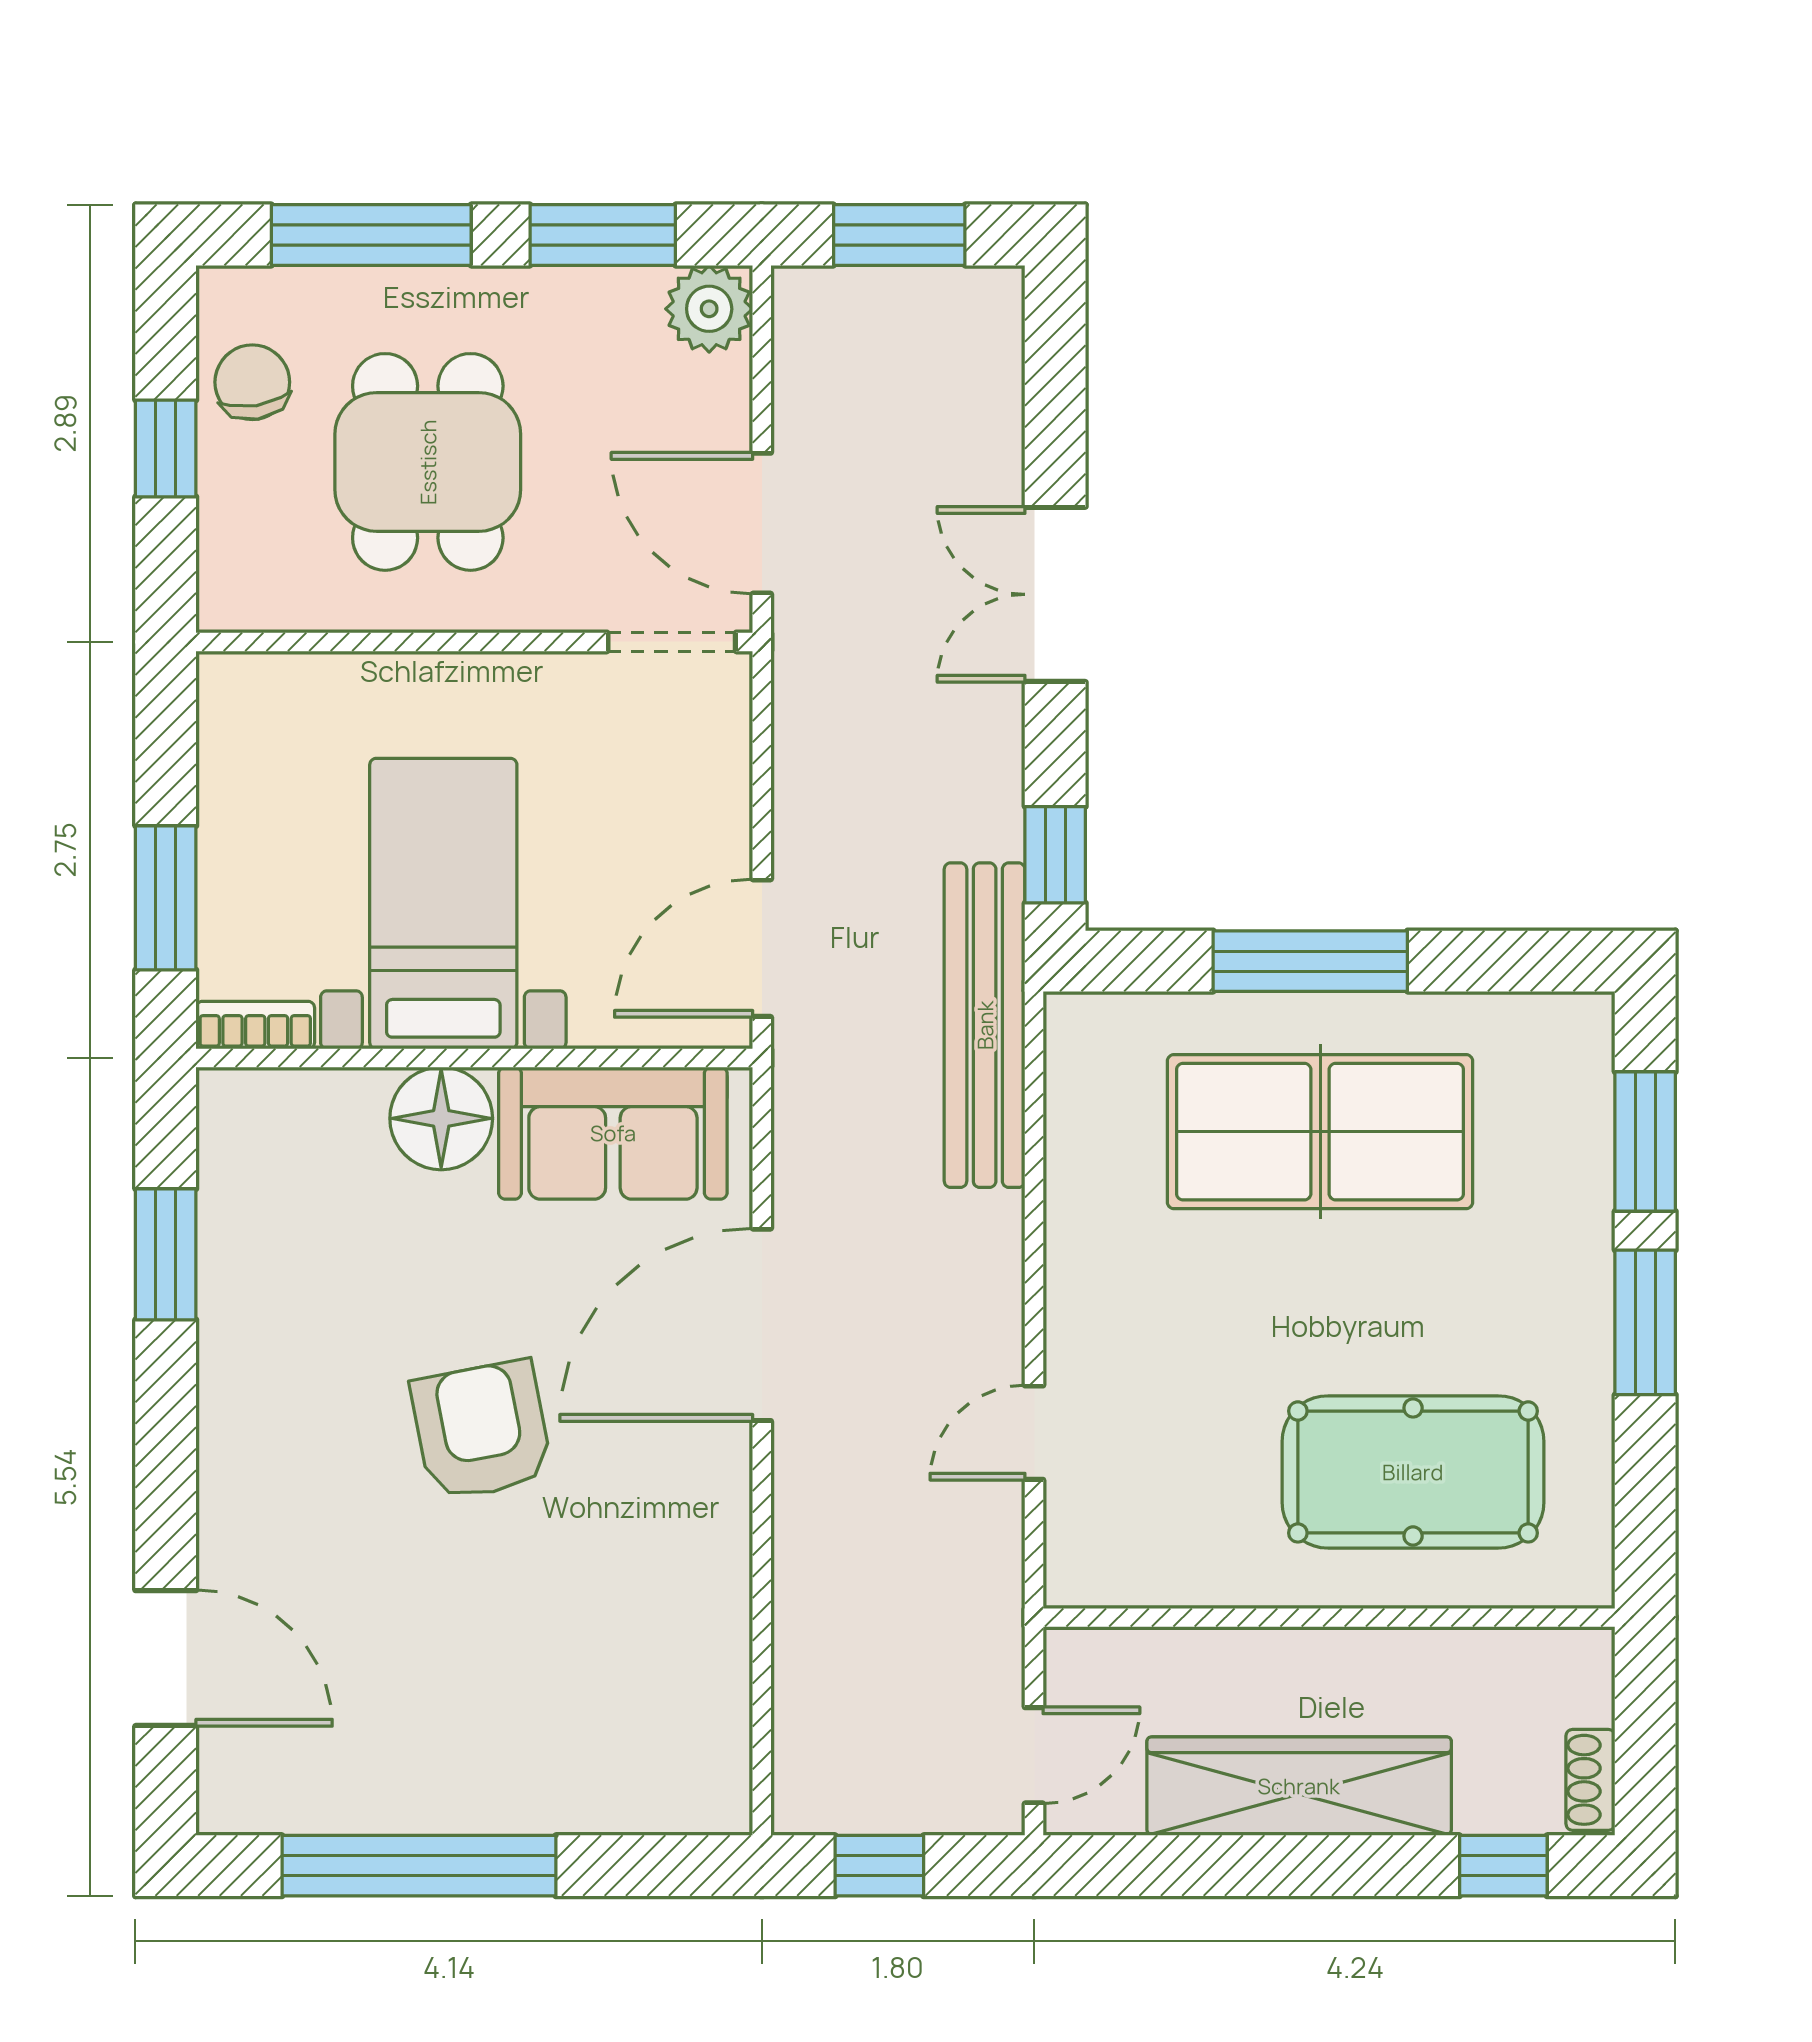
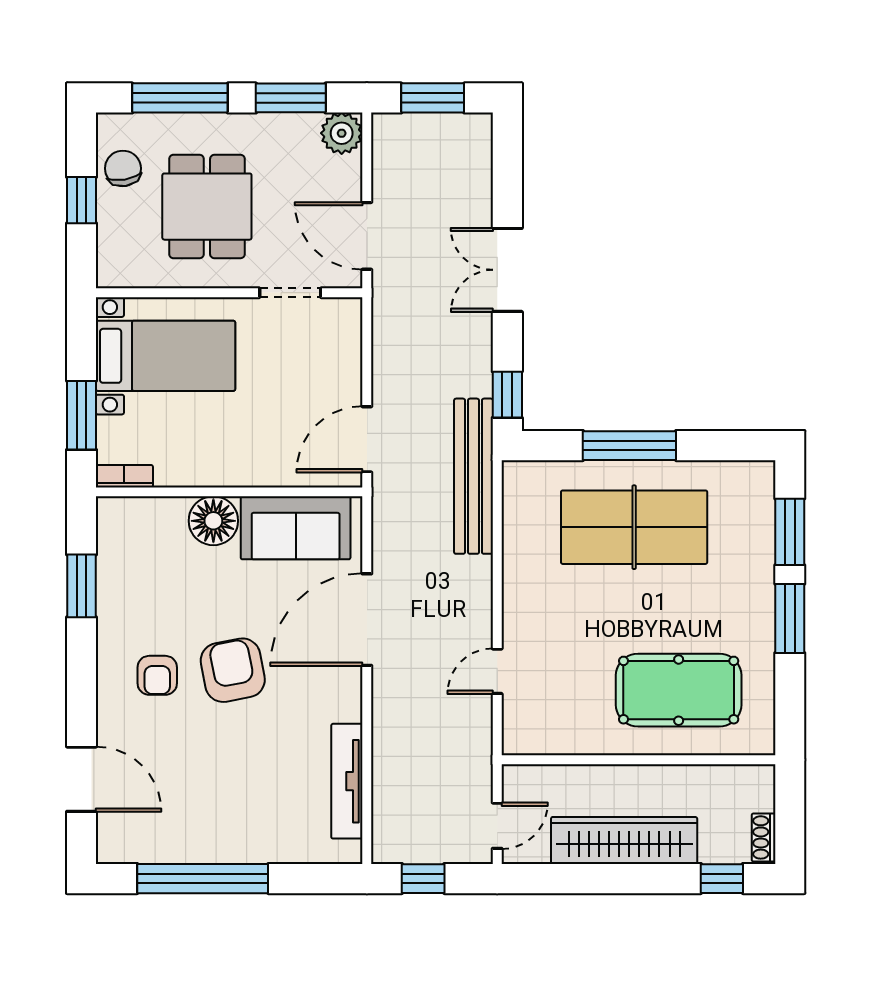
doorway: (672, 642) -> (290, 293), moved
bed with nightstands: (443, 904) -> (166, 356), moved, turned 90
armchair: (324, 1441) -> (157, 675), added
tv unit: (720, 1662) -> (347, 781), added

